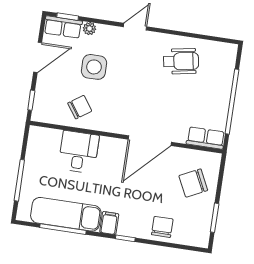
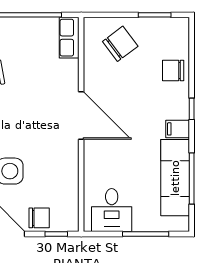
chair: (80, 107) -> (39, 218), moved, turned 125
door: (150, 141) -> (81, 116), moved
desk: (79, 152) -> (112, 210), moved, turned -90
chair: (193, 183) -> (120, 44), turned -101

